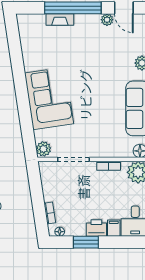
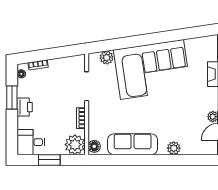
corner sofa: (49, 98) -> (152, 69), width x1.36, depth x1.36
plant: (43, 149) -> (107, 58), moved
filing cabinet: (114, 228) -> (24, 123), removed

